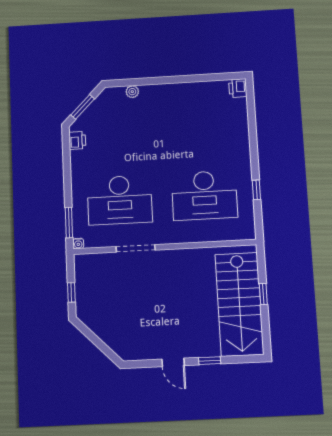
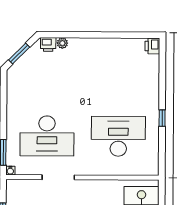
printer: (77, 140) -> (48, 44), moved, turned 90
window: (256, 190) -> (162, 118), moved
desk: (204, 195) -> (118, 136), turned 180

